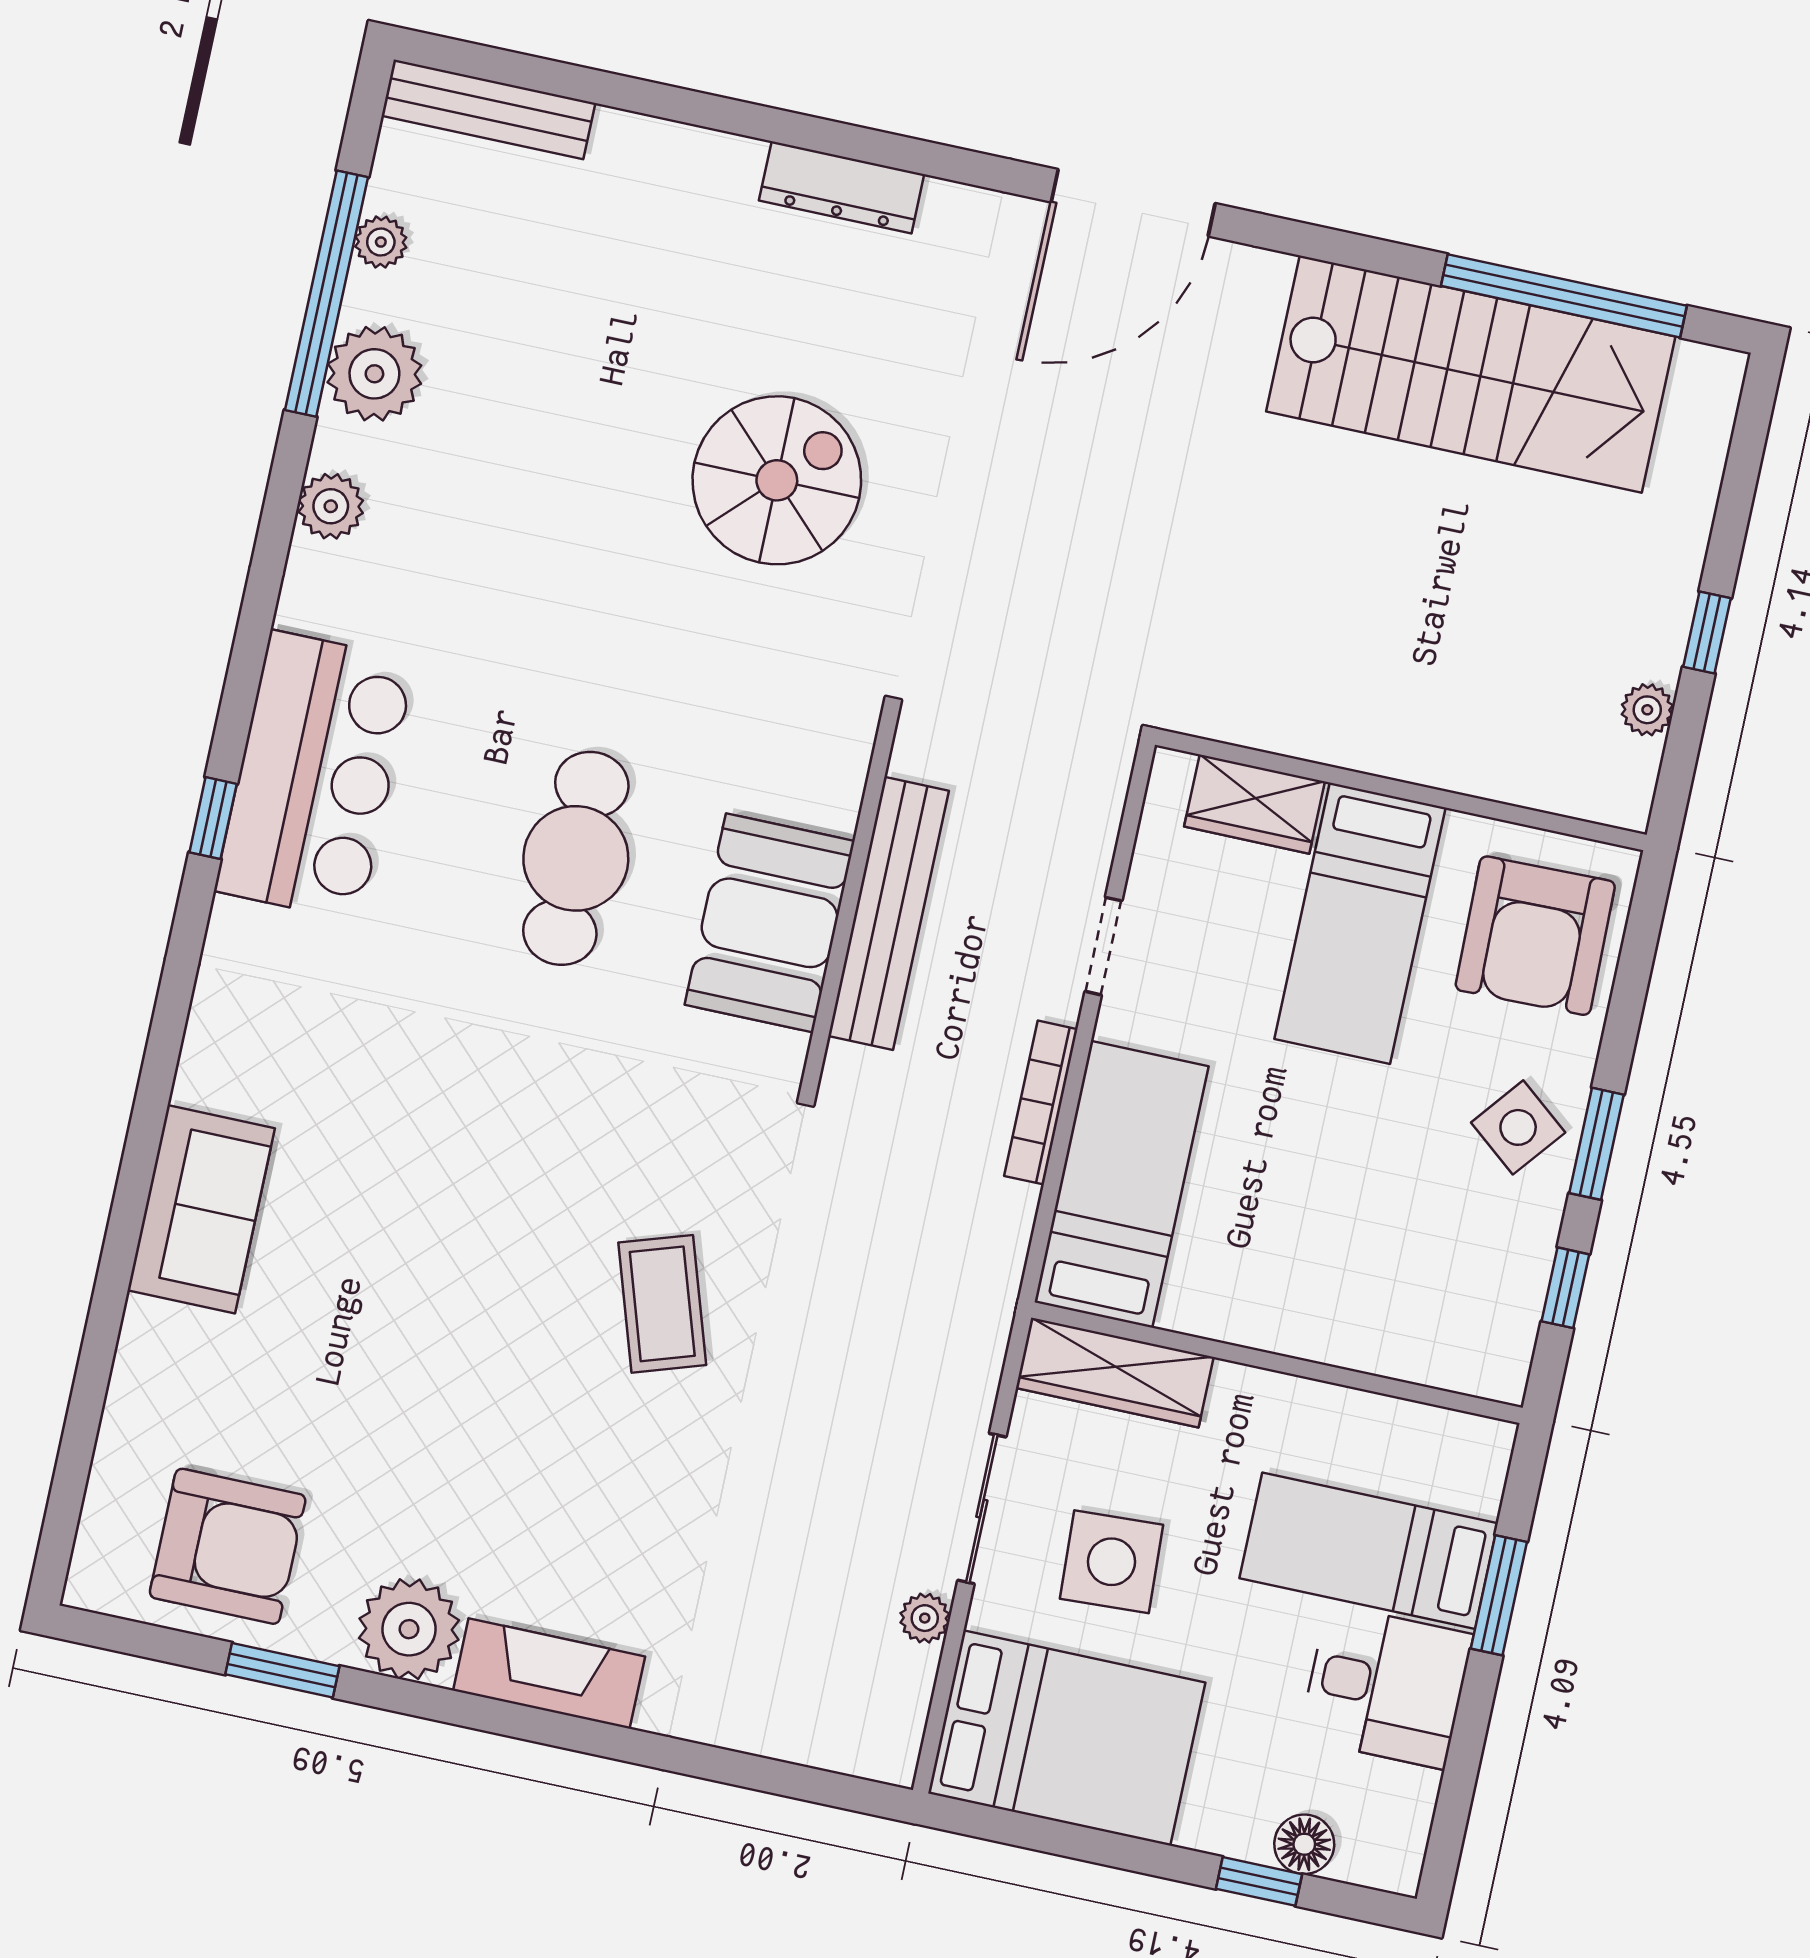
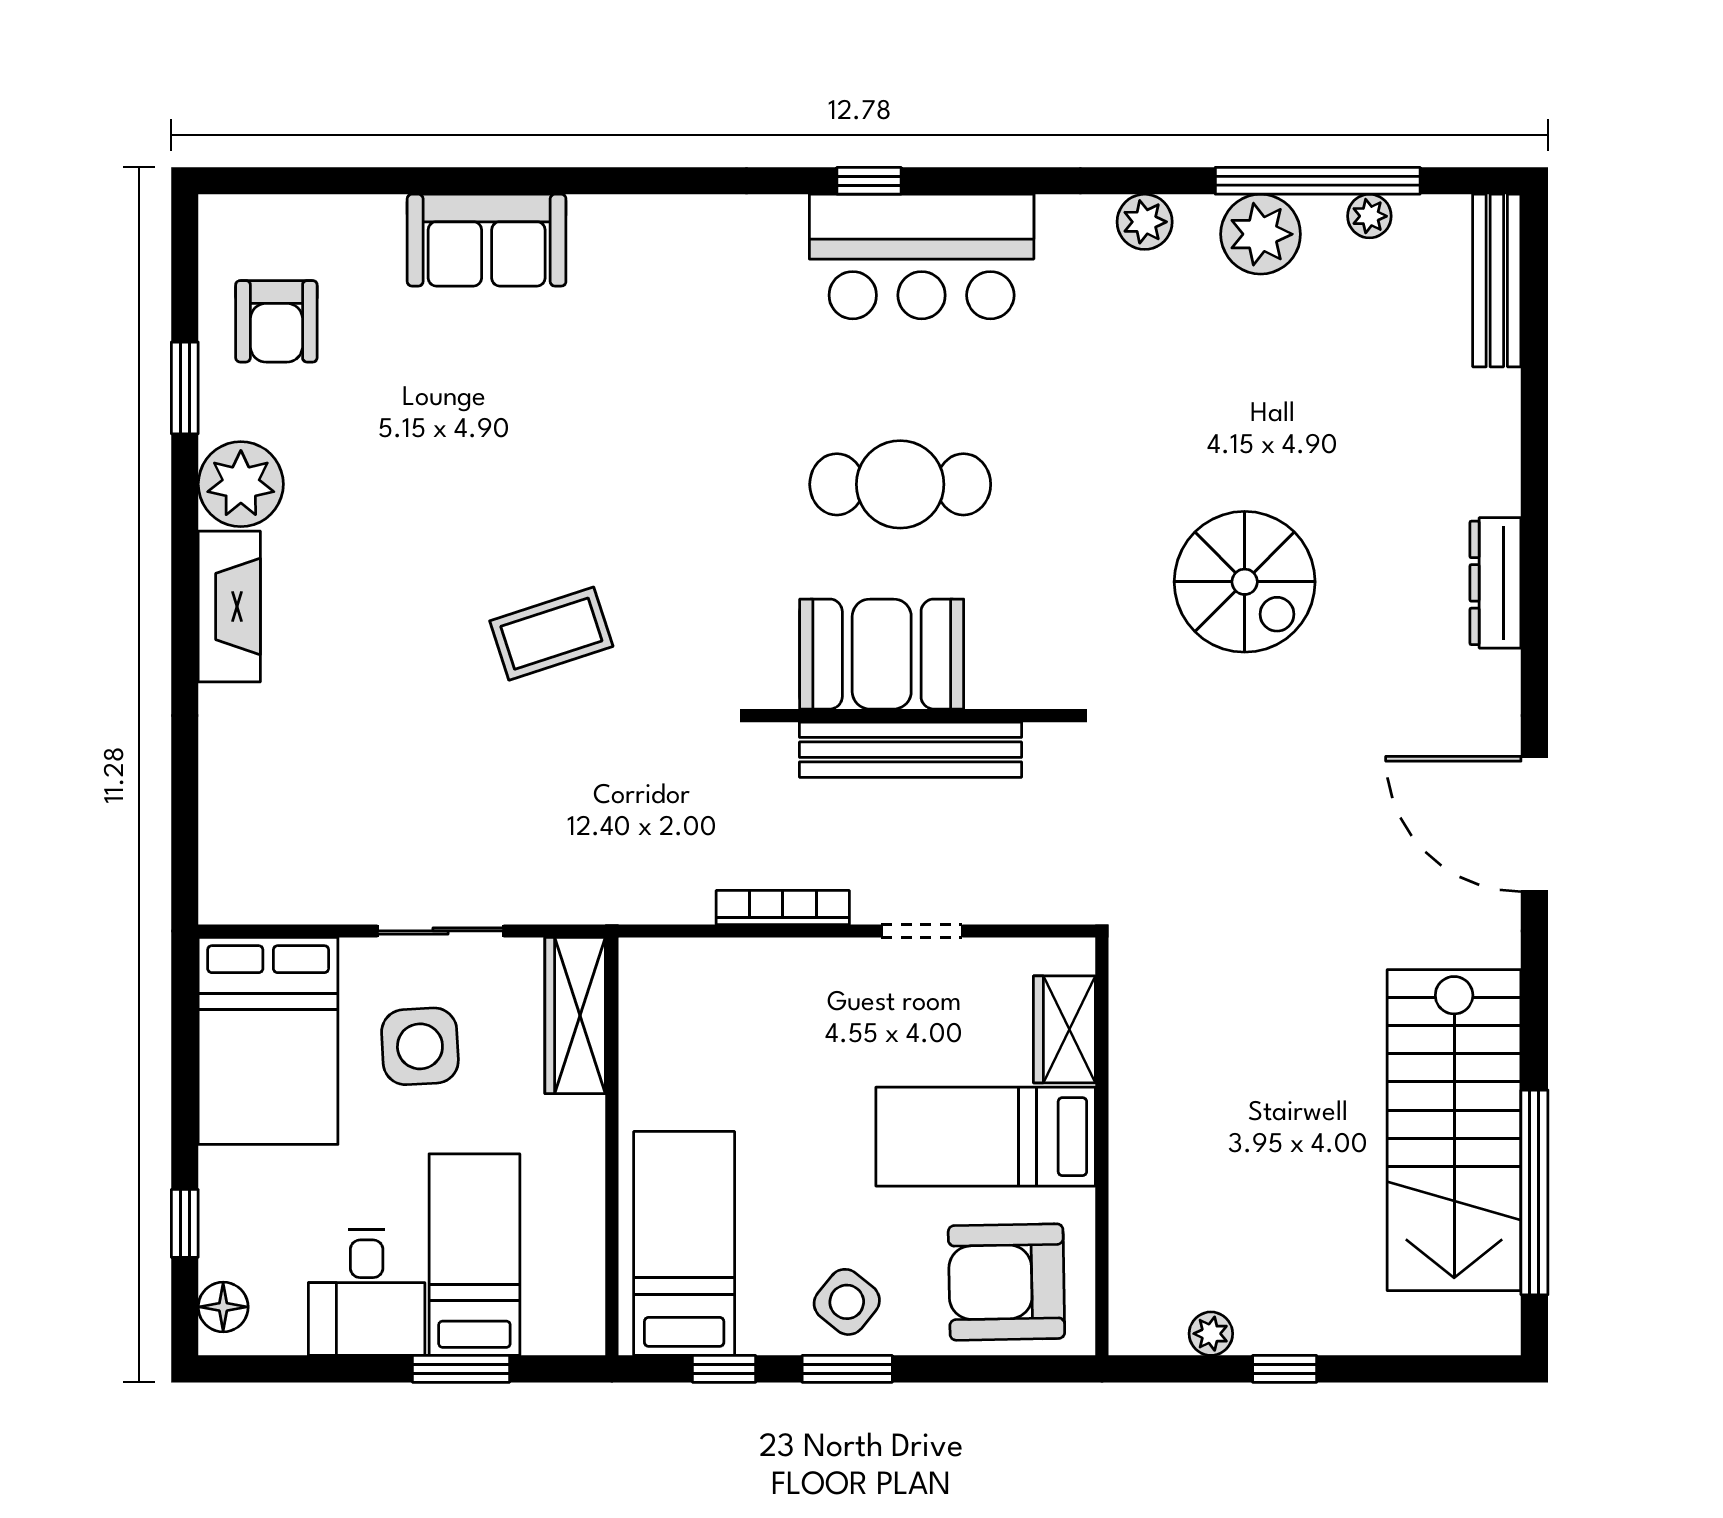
bed: (1122, 1184) -> (684, 1243), moved, turned -90
sofa: (201, 1209) -> (487, 240), moved
armchair: (228, 1546) -> (276, 321), width x0.73, depth x0.73
plant: (925, 1618) -> (341, 904), removed
floor lamp: (1304, 1844) -> (223, 1307), moved

